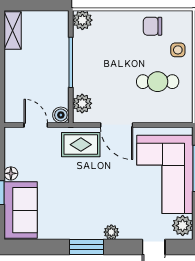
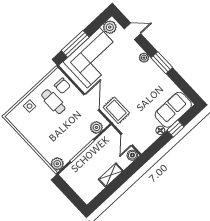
chair: (153, 26) -> (62, 86), moved
shelving: (13, 31) -> (111, 175), moved
boiler: (61, 115) -> (132, 155), moved

